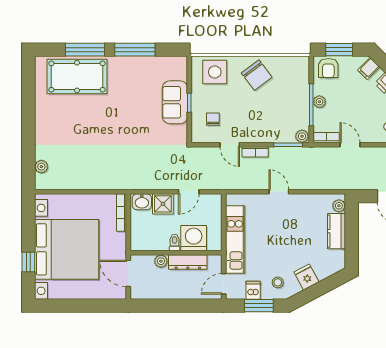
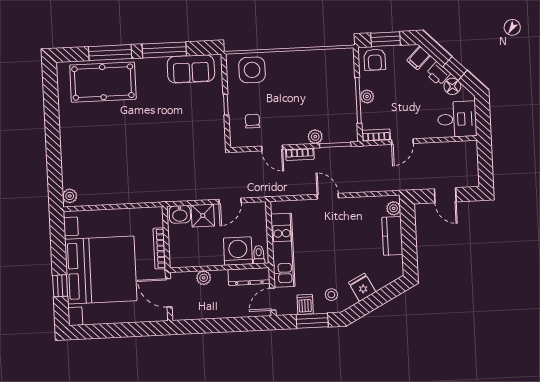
chair: (257, 75) -> (298, 71), removed
sofa: (175, 102) -> (191, 69), moved, turned -90
plant: (302, 136) -> (315, 137), moved
door: (350, 145) -> (402, 142), swing flipped
plant: (41, 167) -> (70, 196), moved
bookcase: (121, 213) -> (159, 248), moved
toilet: (175, 242) -> (259, 255), moved
dresser: (188, 262) -> (249, 277), moved

